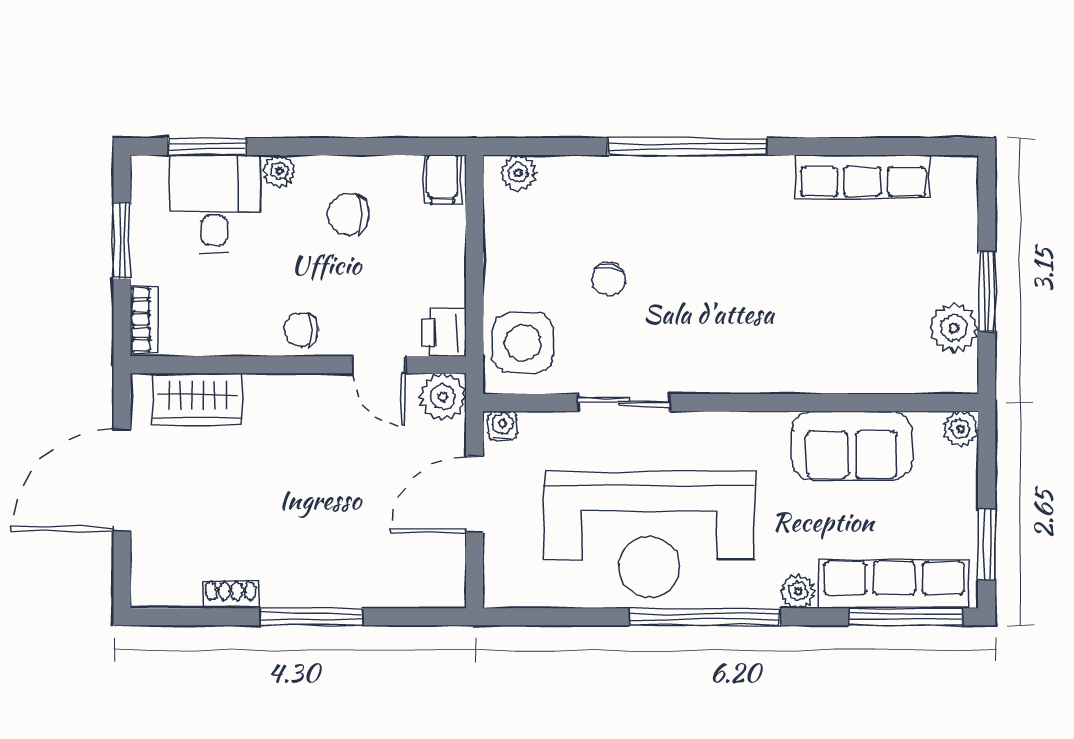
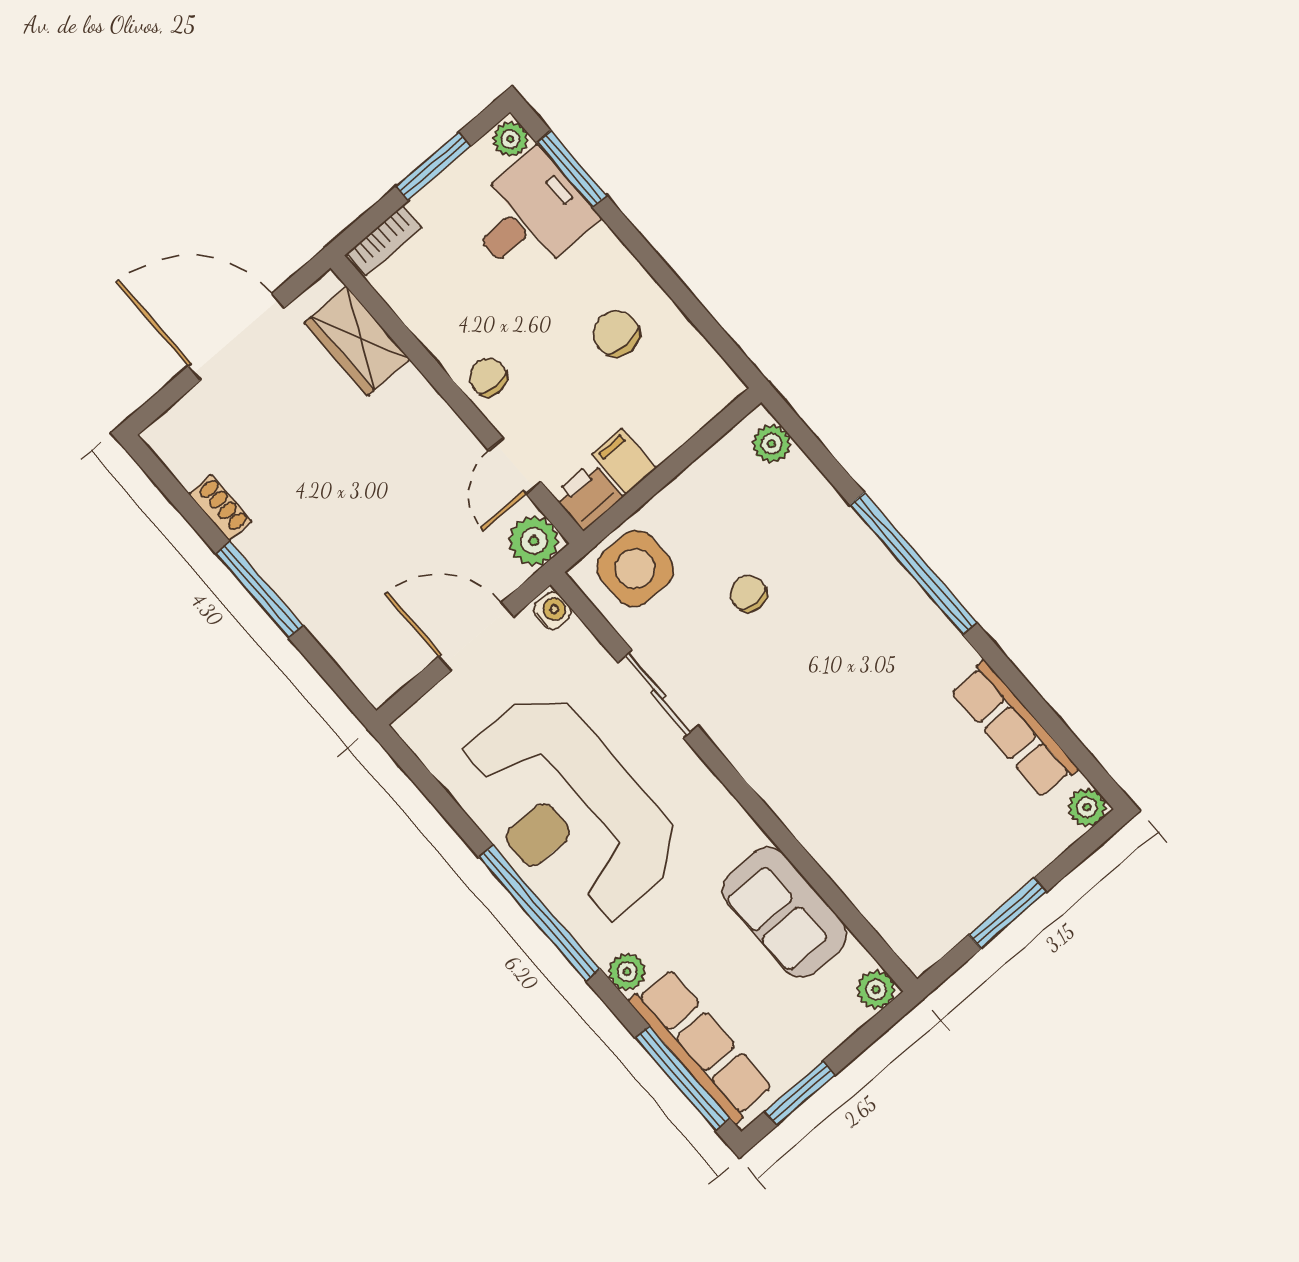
plant: (279, 171) -> (510, 139), moved
filing cabinet: (442, 179) -> (624, 461), moved, turned 90
chair: (609, 279) -> (748, 594), turned 79
plant: (954, 328) -> (1087, 807), moved, width x0.73, depth x0.73

